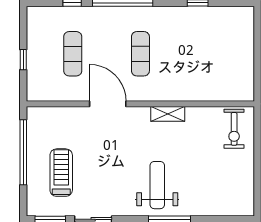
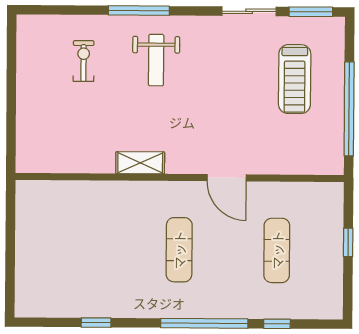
door: (108, 104) -> (227, 178), width x0.73
exercise bike: (234, 129) -> (84, 61), moved, width x0.73, depth x0.72
weight bench: (157, 185) -> (156, 60), width x0.73, depth x0.75

